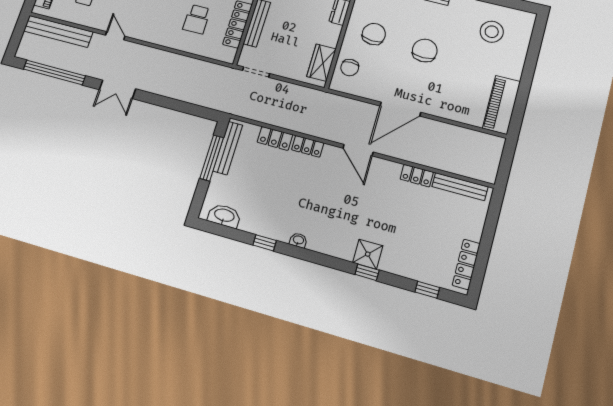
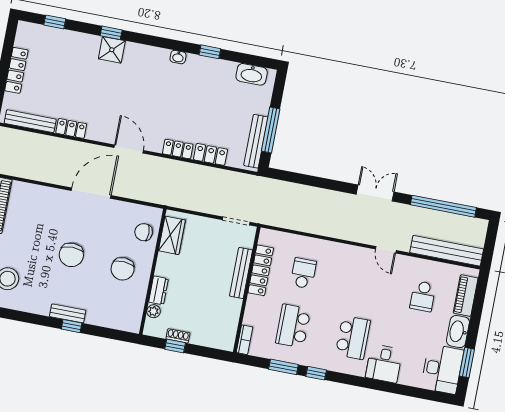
chair: (350, 68) -> (144, 232), turned -90
locker: (466, 264) -> (16, 70), moved

